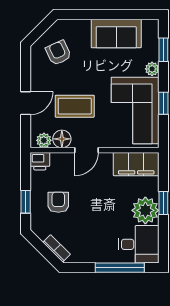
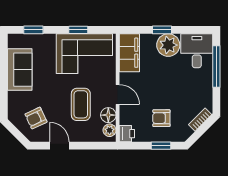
plant: (152, 69) -> (49, 39), removed
door: (26, 103) -> (59, 146), moved

